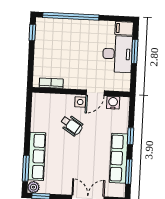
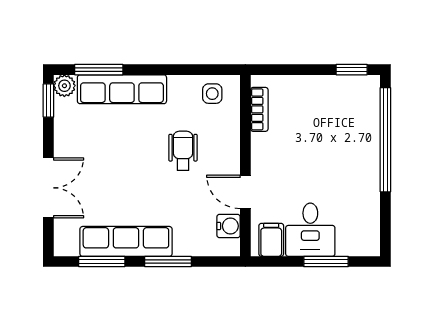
filing cabinet: (124, 28) -> (271, 240), moved
desk: (117, 54) -> (310, 230), width x0.73
side table: (80, 102) -> (212, 94), moved
wheelchair: (71, 125) -> (183, 151), turned 147
window: (131, 136) -> (168, 261), width x1.50

